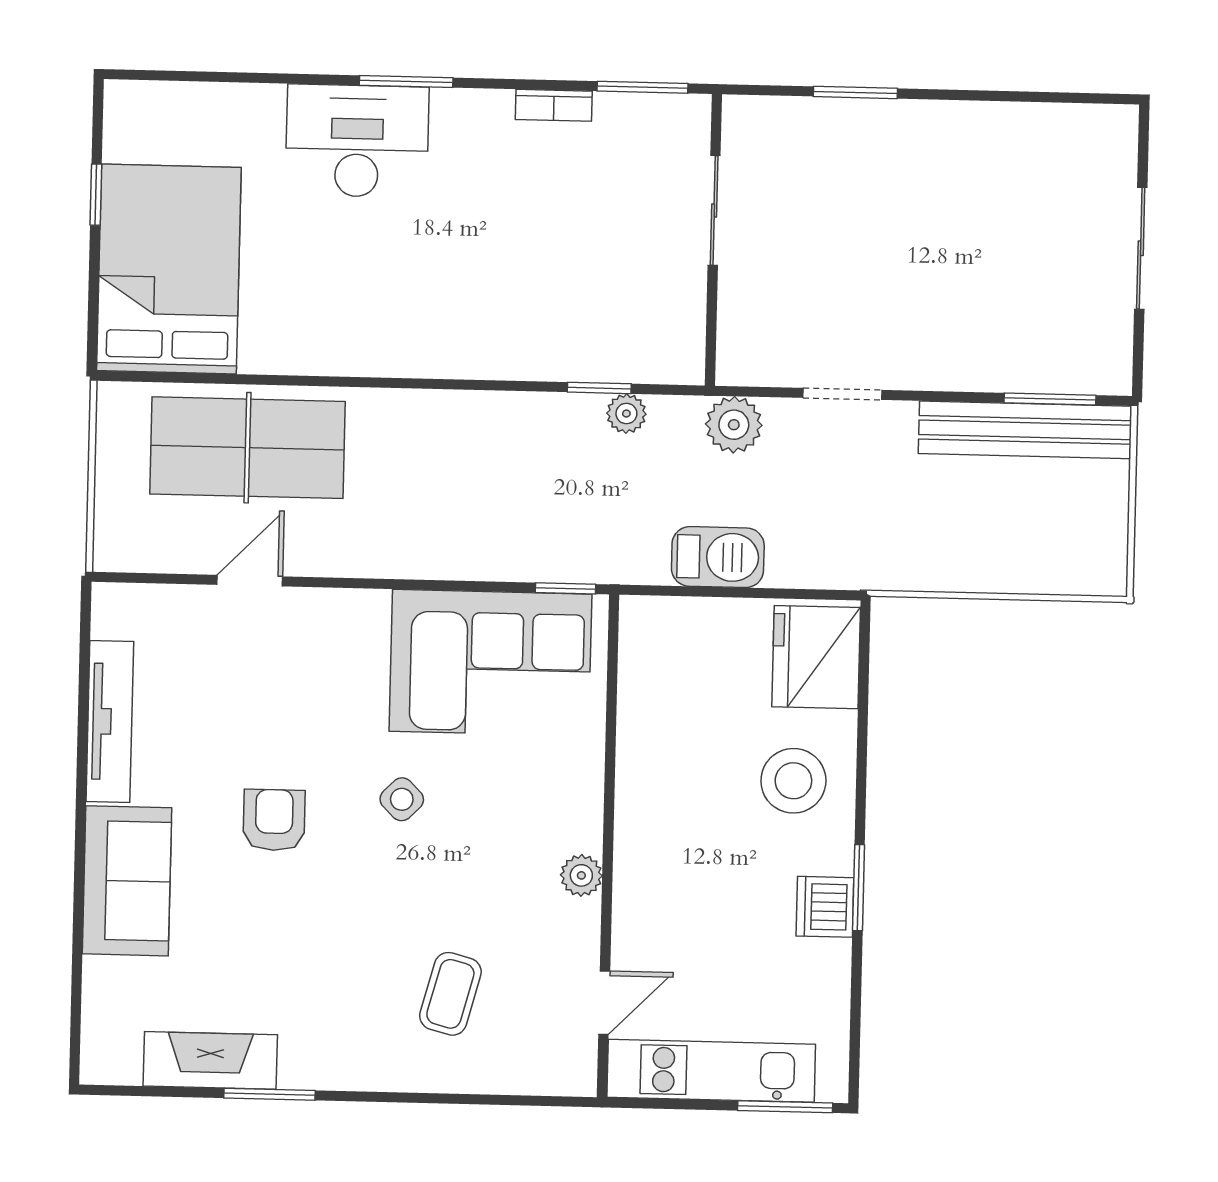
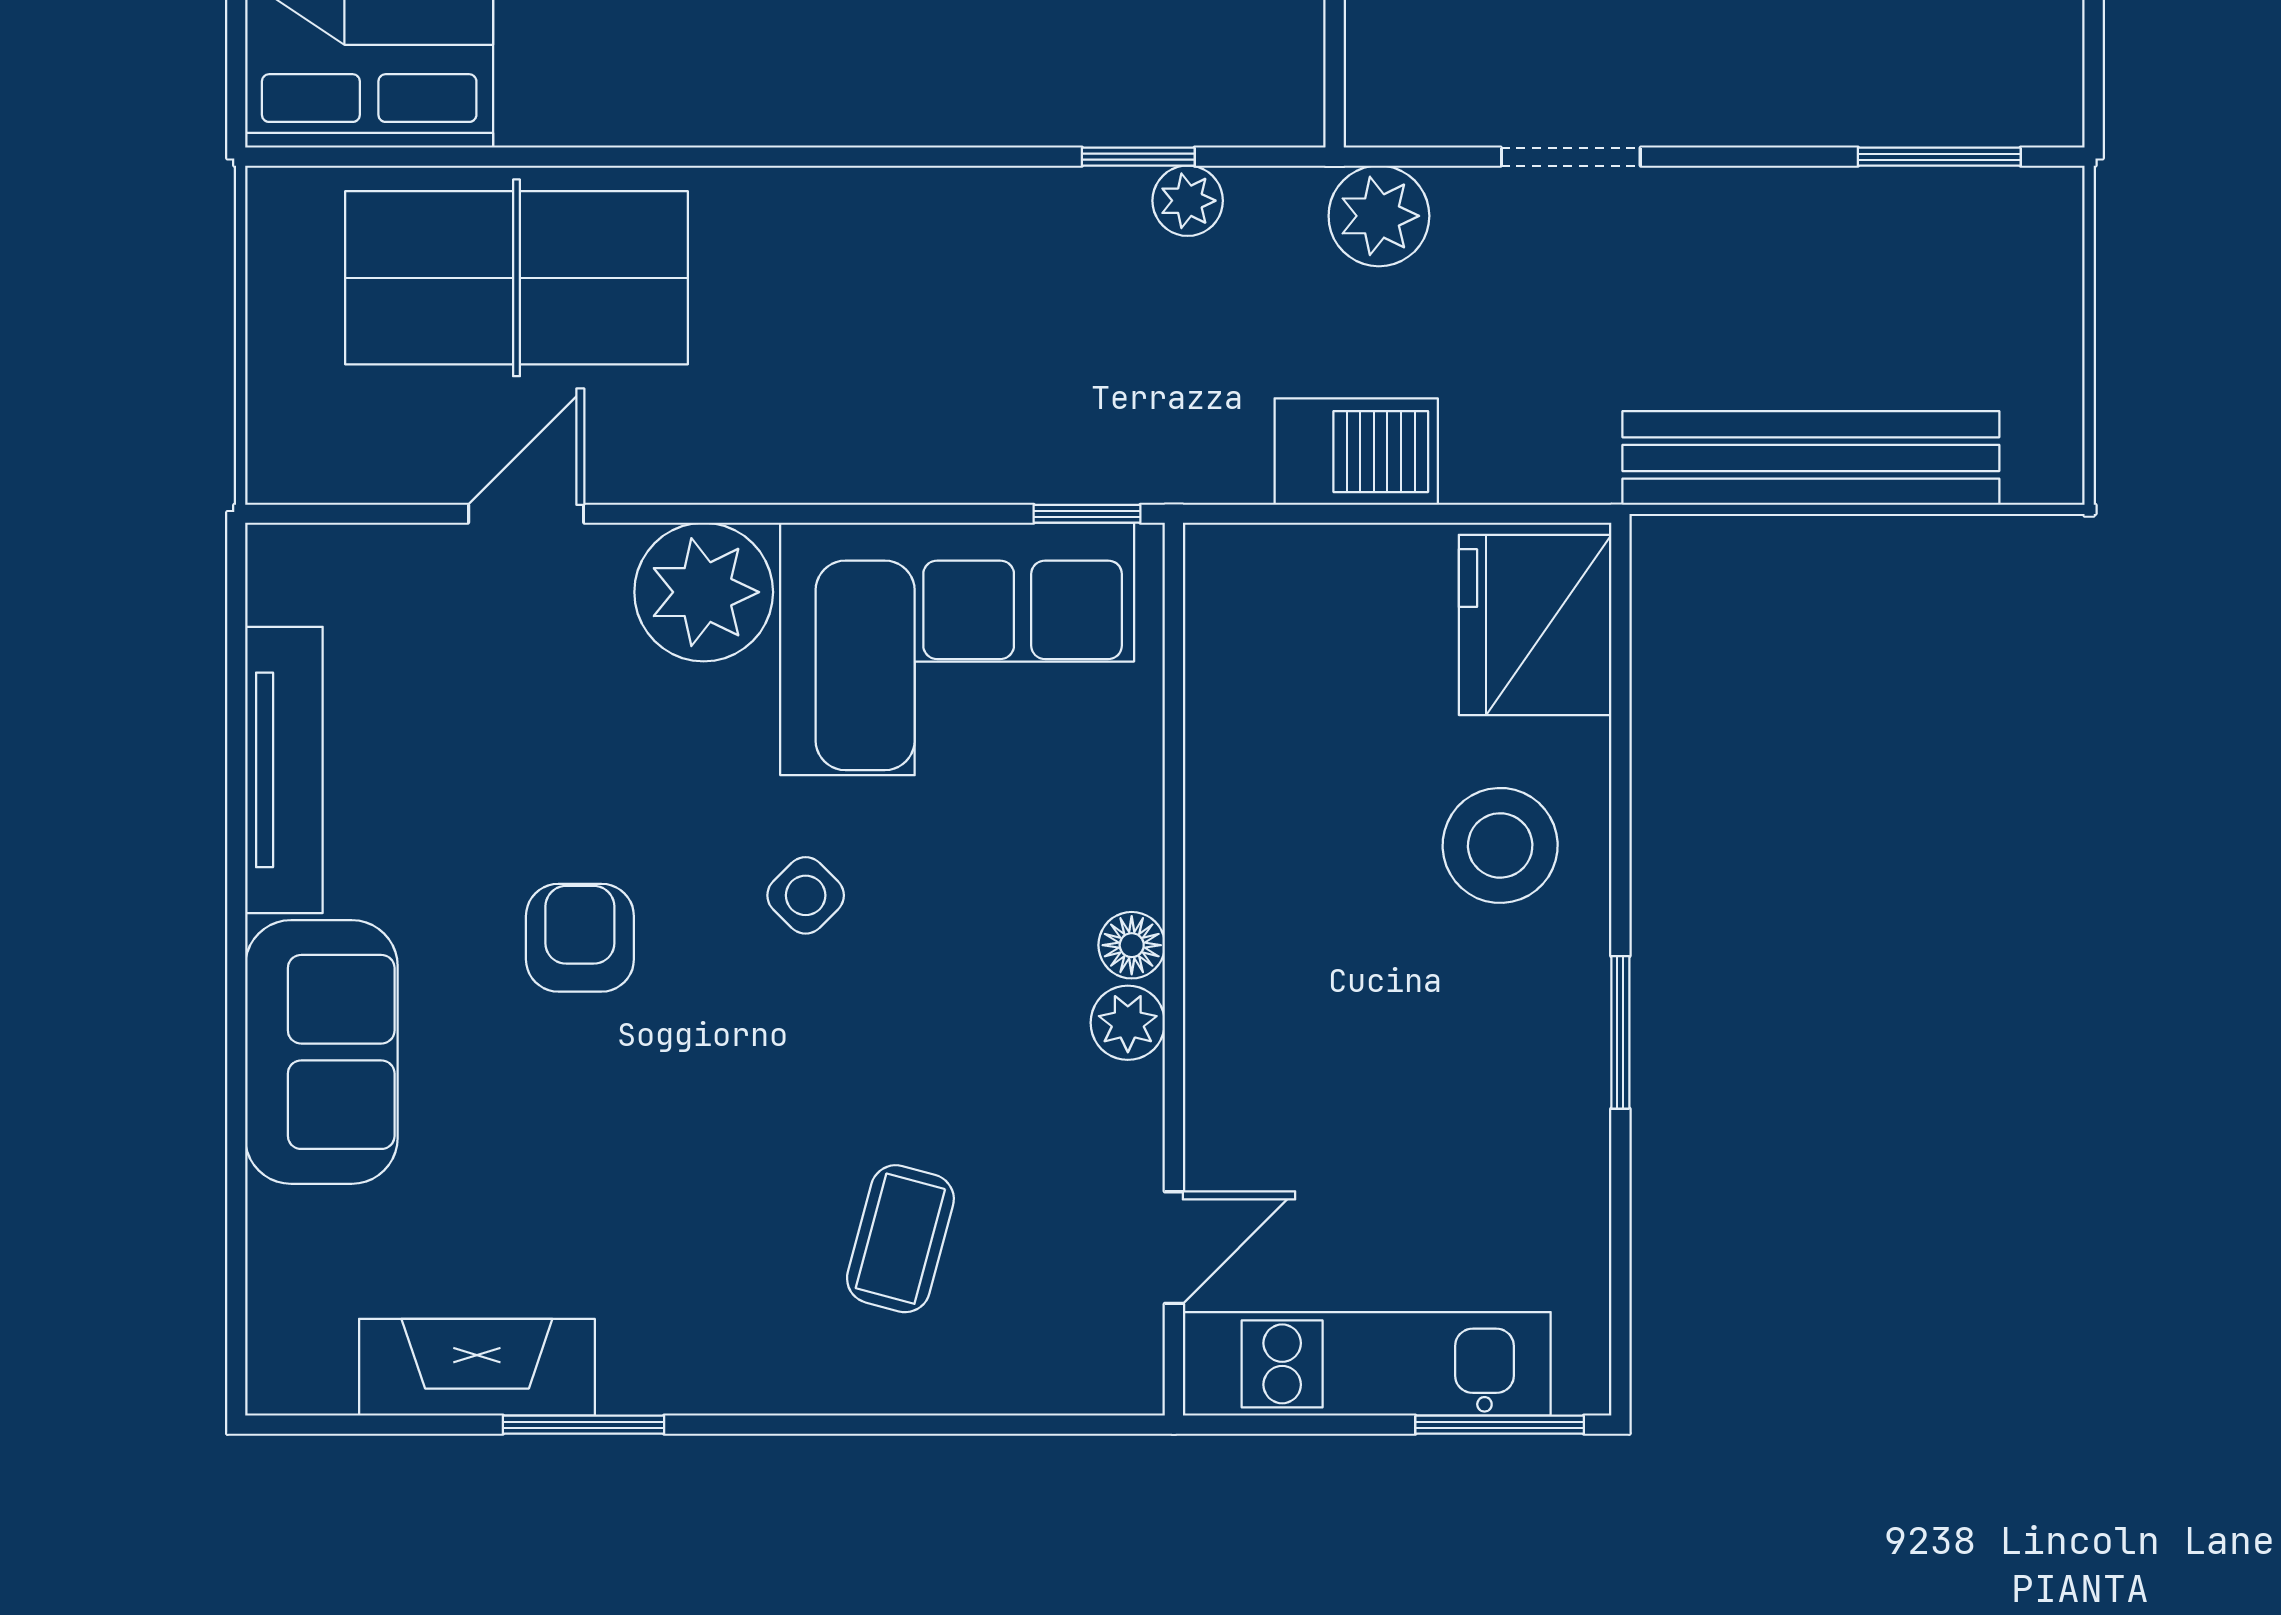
bench: (1025, 430) -> (1811, 458), moved
plant: (349, 627) -> (704, 592), added
floor lamp: (585, 832) -> (1132, 945), added
dishwasher: (825, 907) -> (1562, 1068), removed

